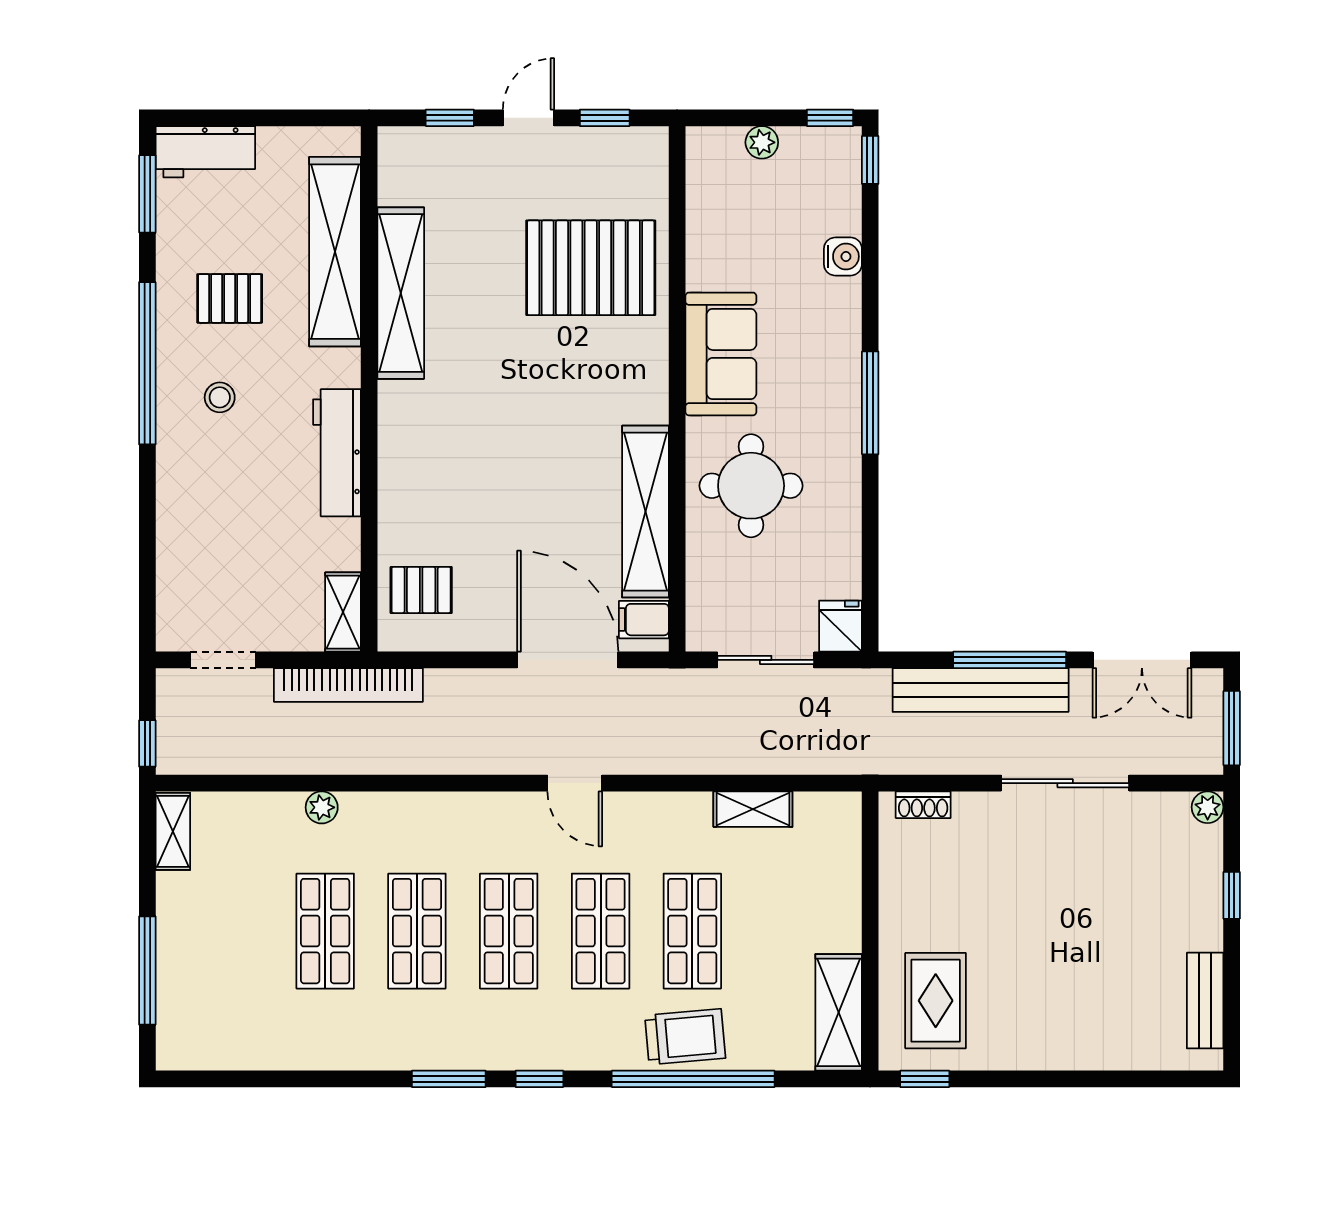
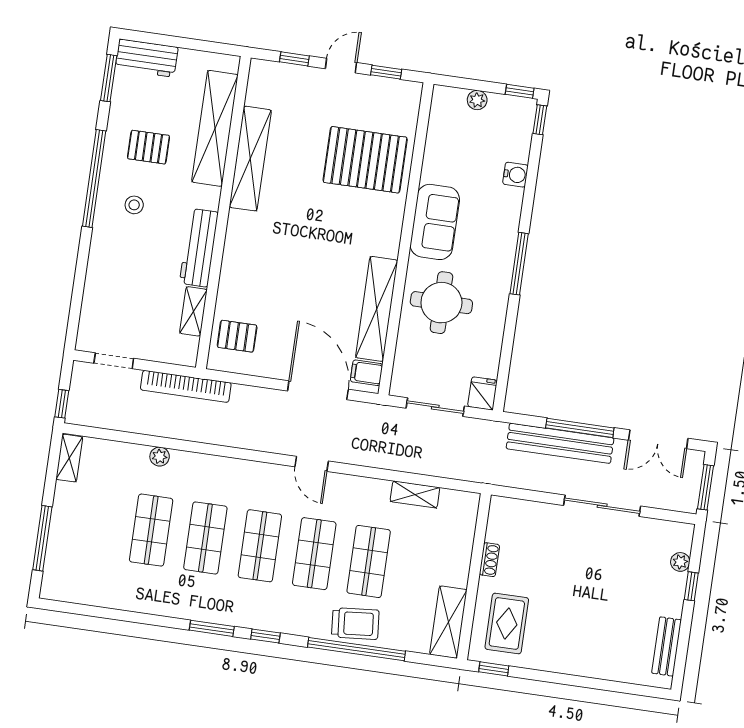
shelving: (343, 612) -> (193, 311), moved
shoe rack: (923, 805) -> (489, 560), moved, turned -90
plant: (1208, 807) -> (680, 562), moved

